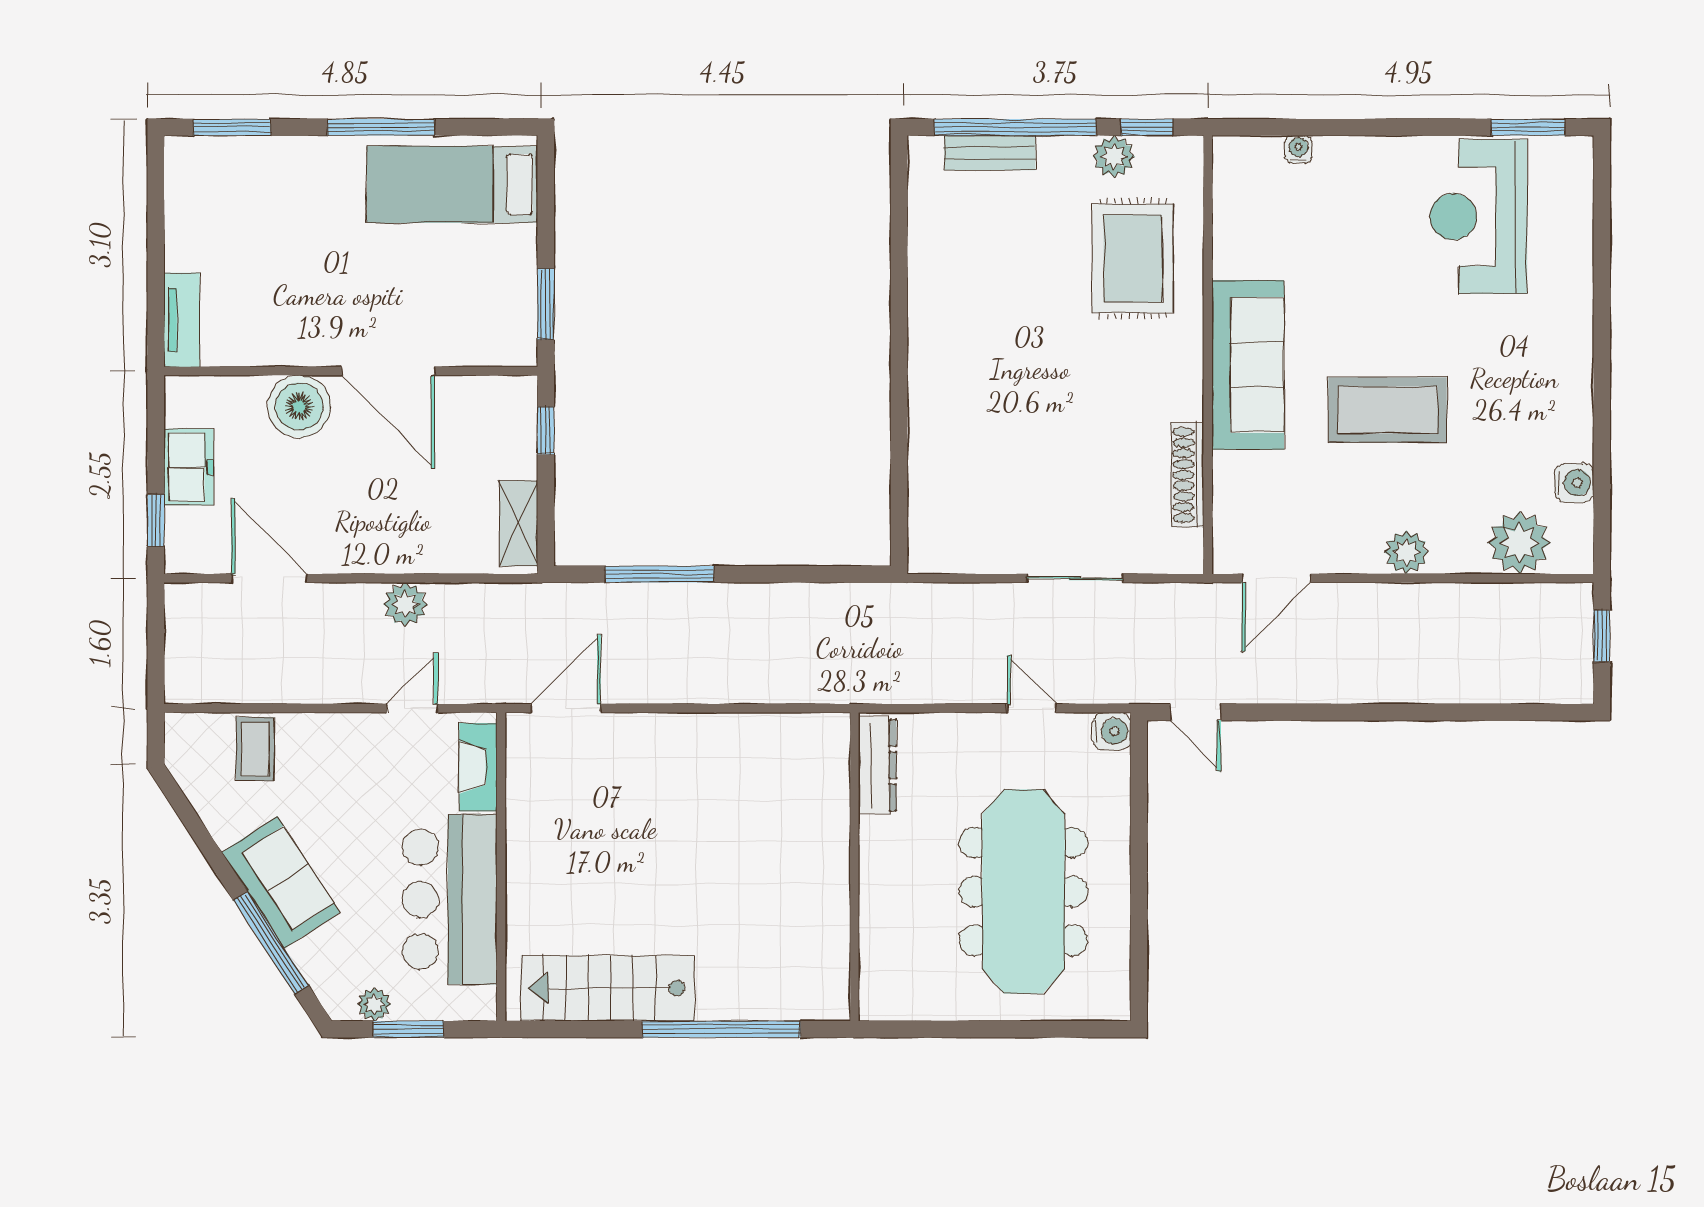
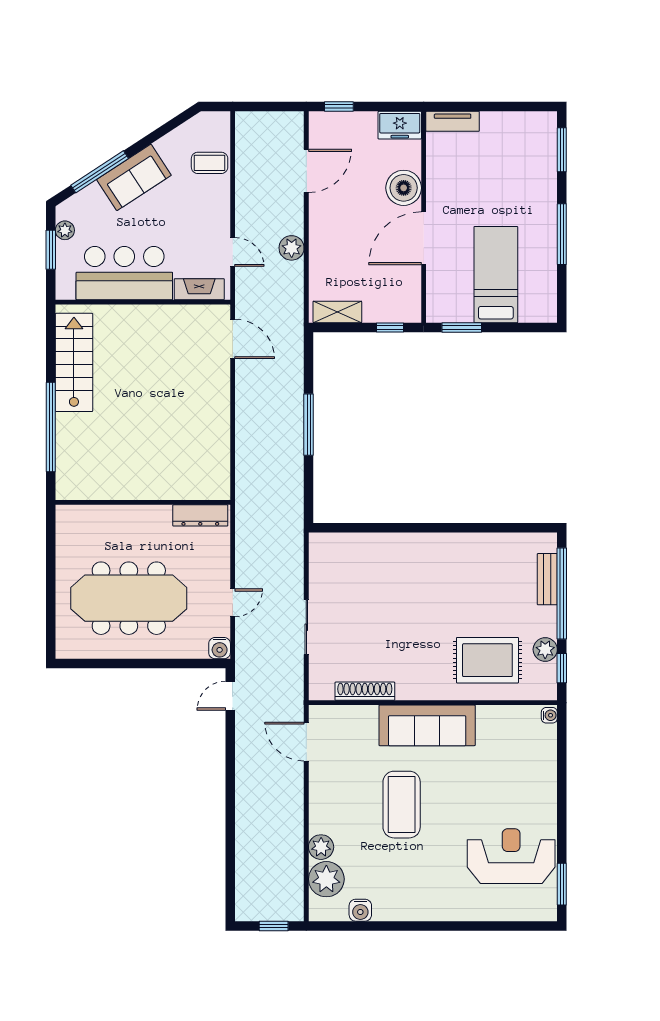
water cooler: (1298, 149) -> (549, 715), moved
bed: (452, 184) -> (496, 275), moved
freezer: (189, 467) -> (400, 125), moved
plant: (1406, 552) -> (321, 847), moved
window: (659, 574) -> (309, 425), moved

